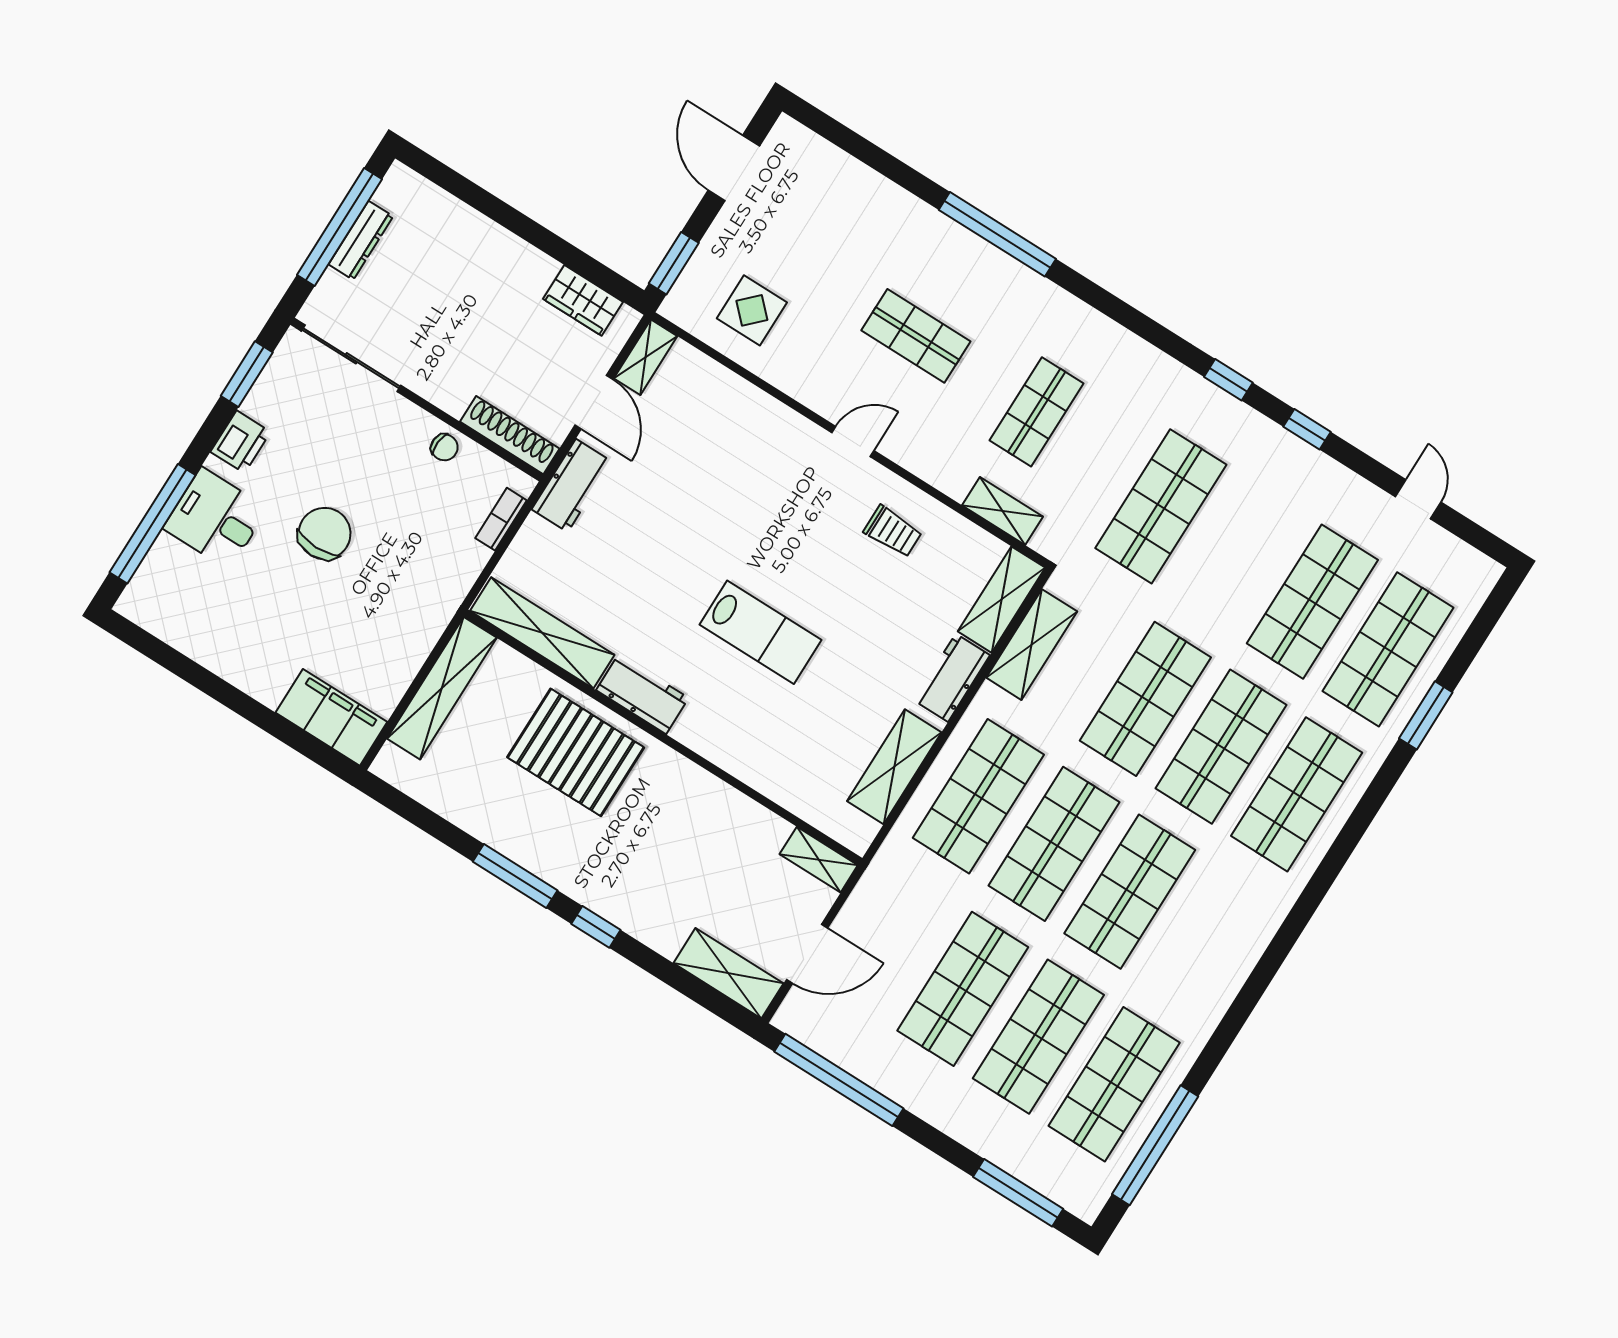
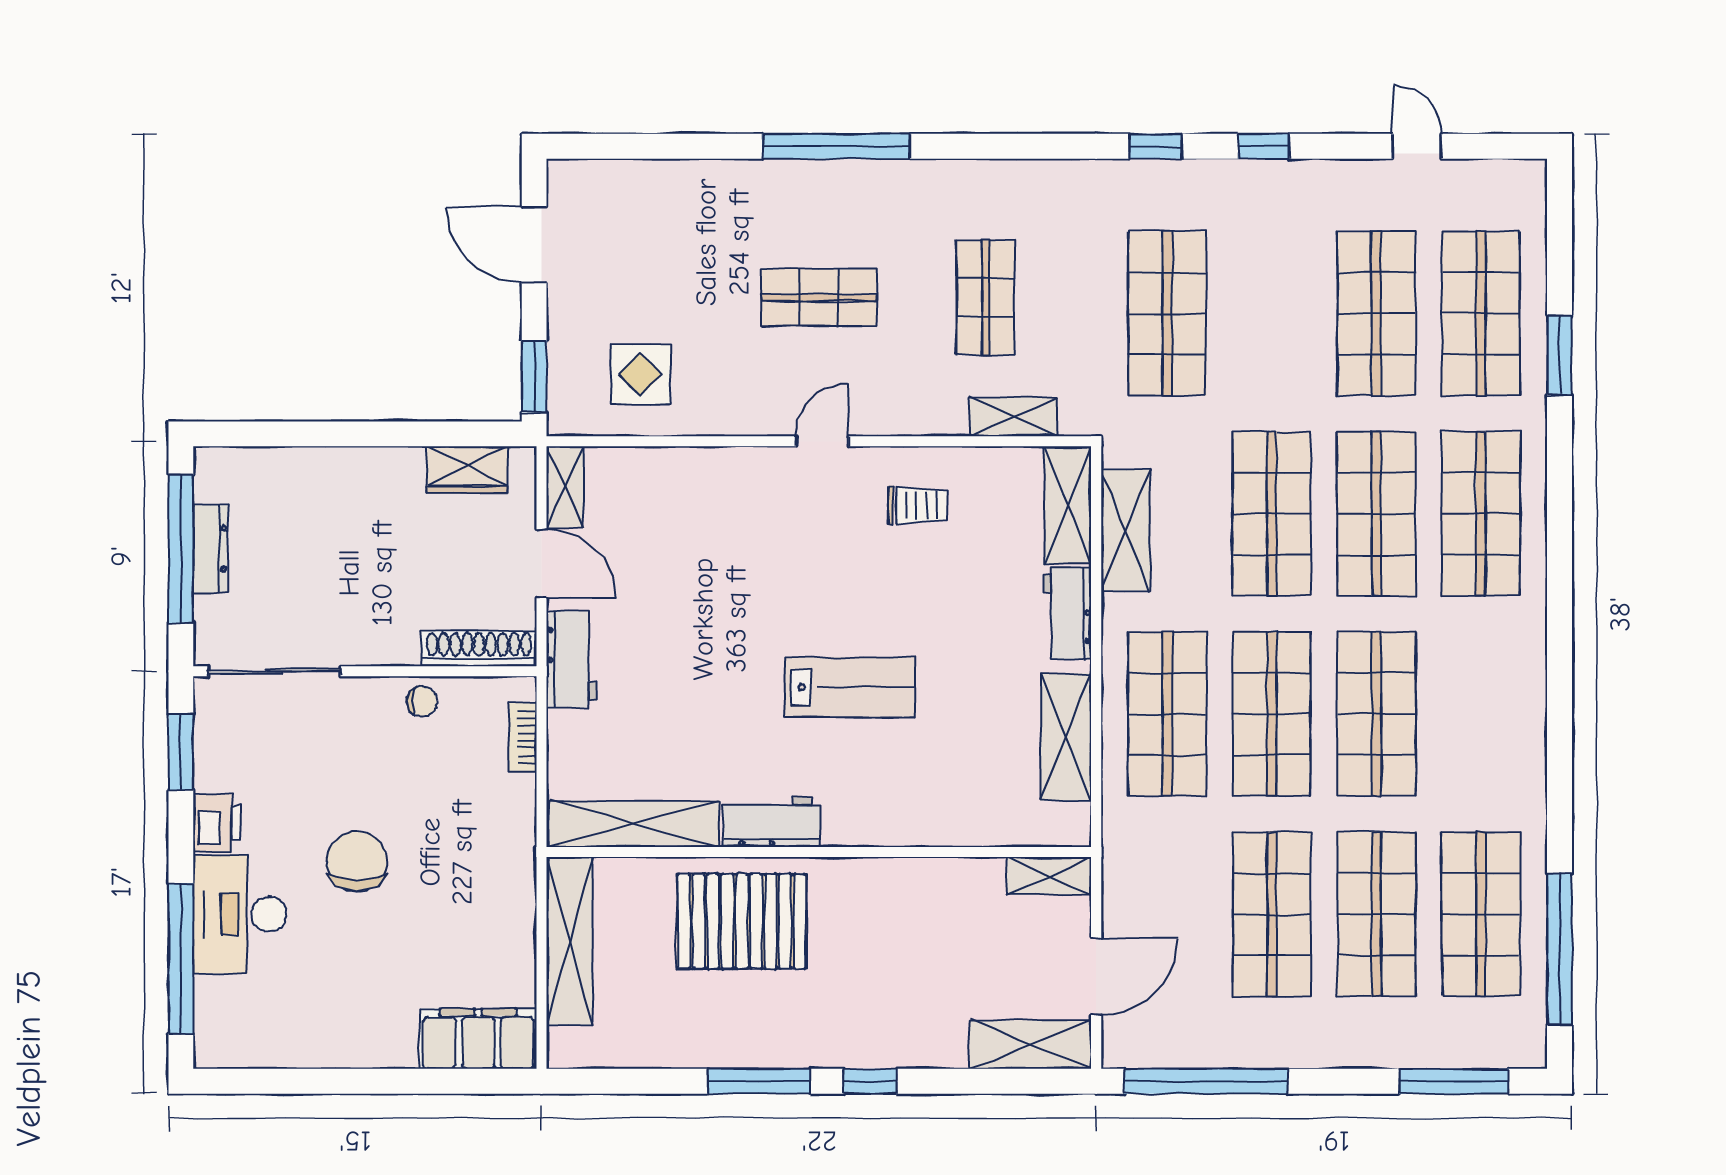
desk: (215, 518) -> (240, 914), width x1.37

